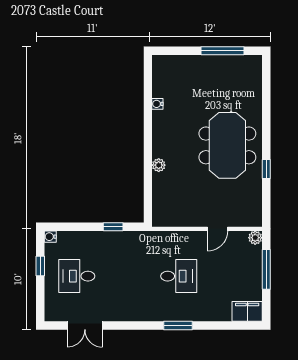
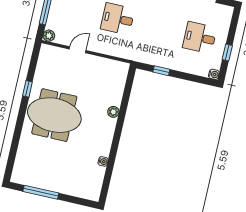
meeting table: (227, 145) -> (54, 115), turned 90
desk: (77, 276) -> (200, 38), turned 180

